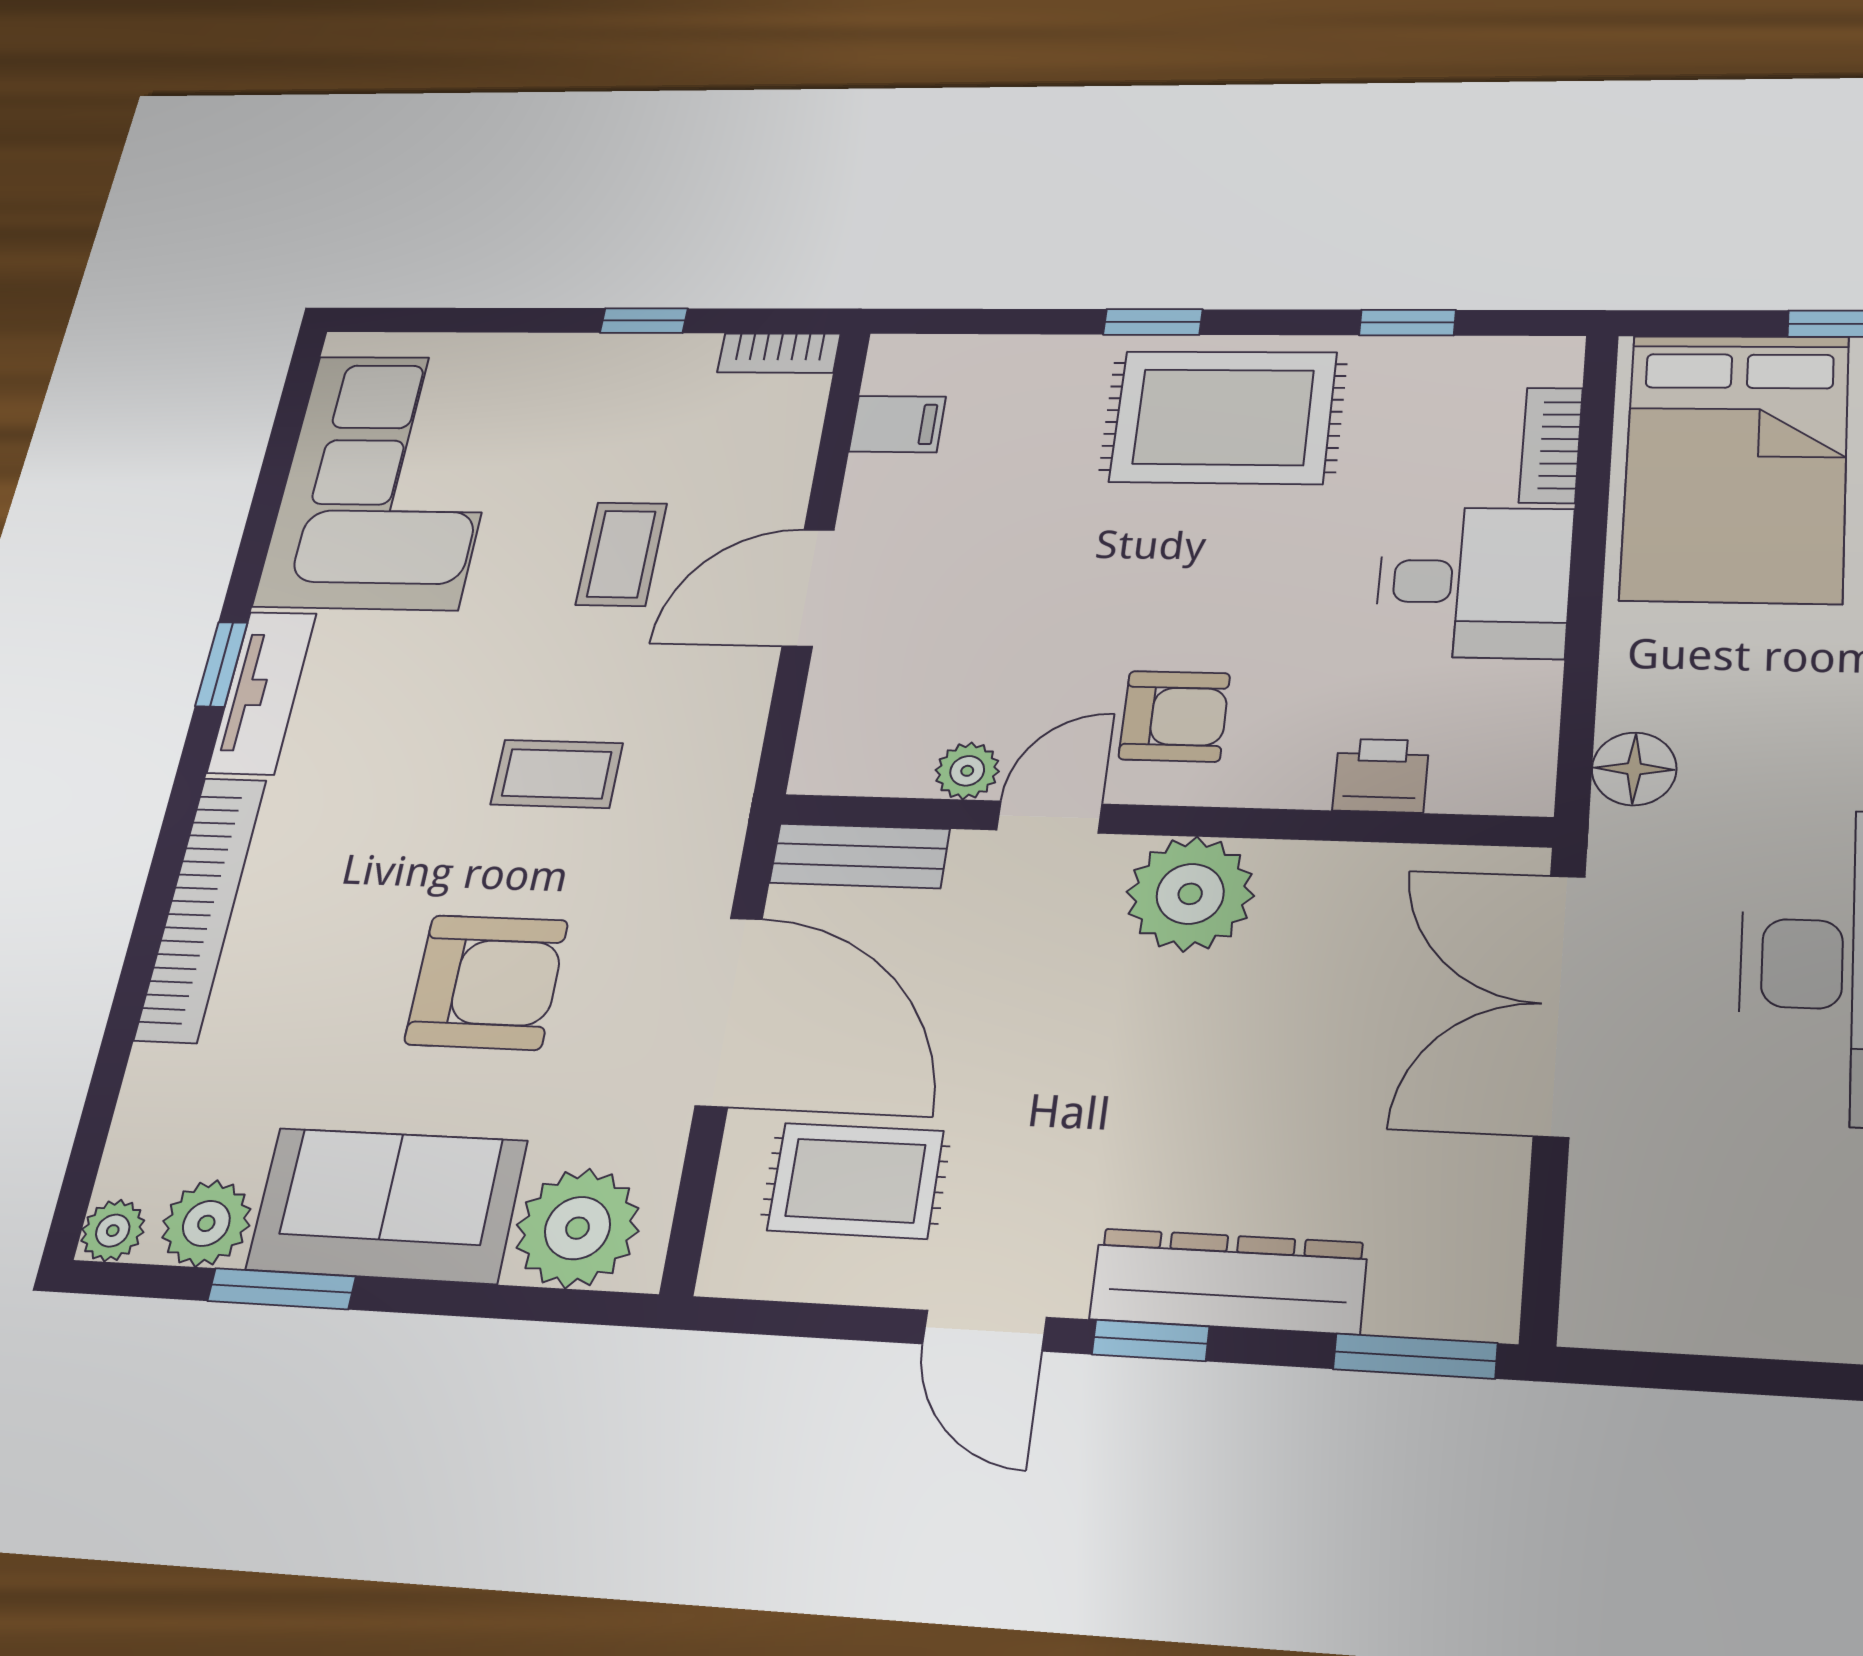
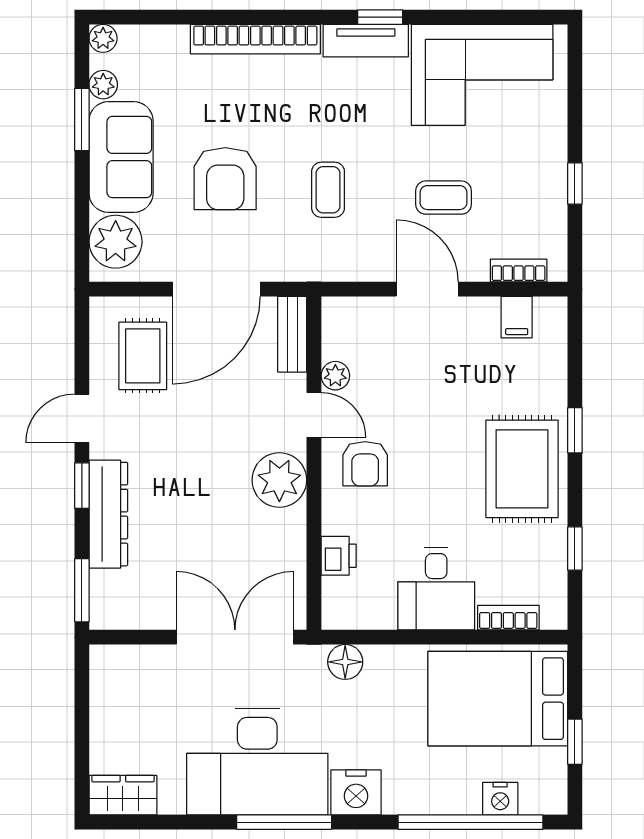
bookcase: (779, 353) -> (519, 270), moved, turned 90
plant: (206, 1223) -> (103, 85), width x0.73, depth x0.73

